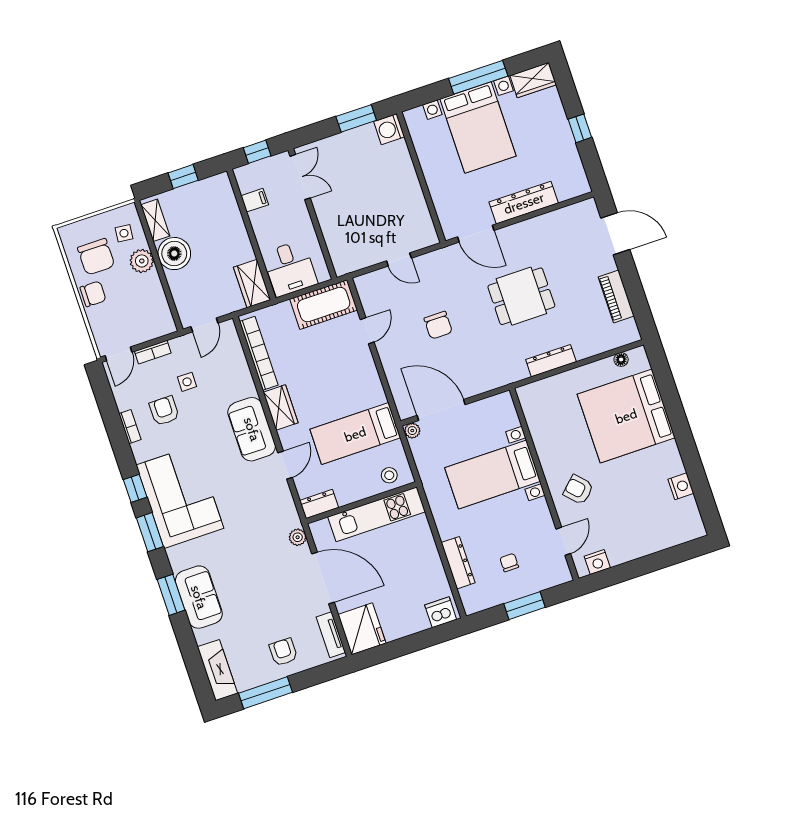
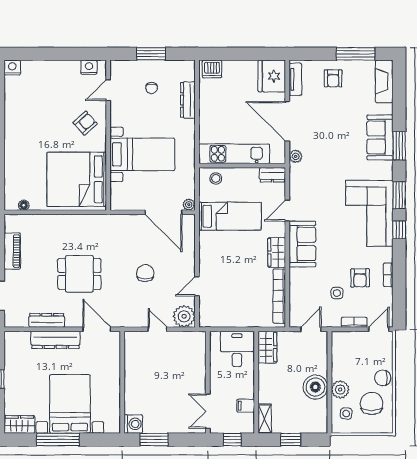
shelving: (155, 220) -> (265, 419), moved
plant: (371, 287) -> (184, 316), added
cot: (324, 305) -> (222, 315), removed
dresser: (551, 361) -> (47, 320), moved, turned 180
bed: (626, 416) -> (77, 179), moved, turned 180
nightstand: (681, 486) -> (12, 68), moved, turned 90
armchair: (578, 490) -> (85, 123), turned -88

